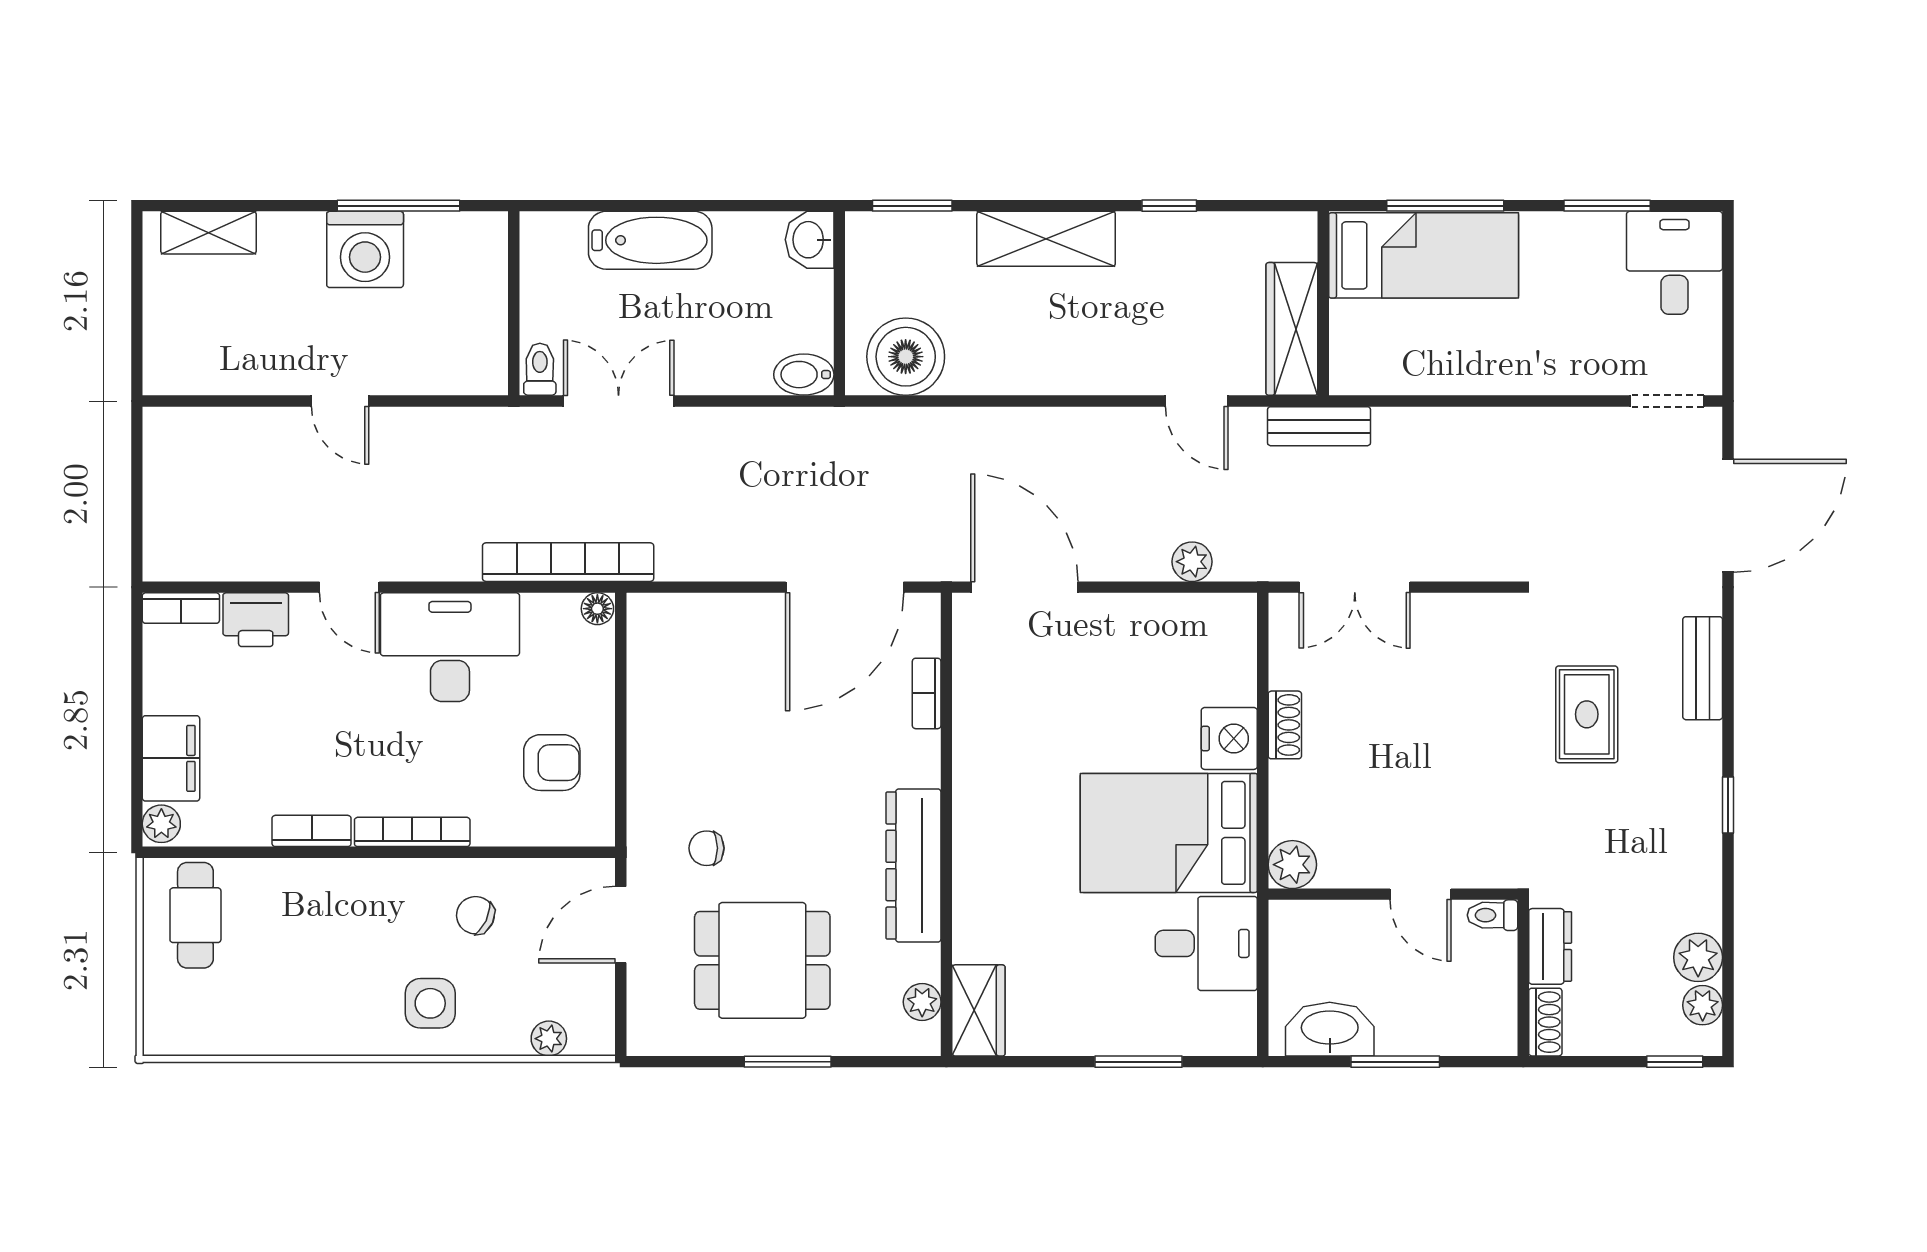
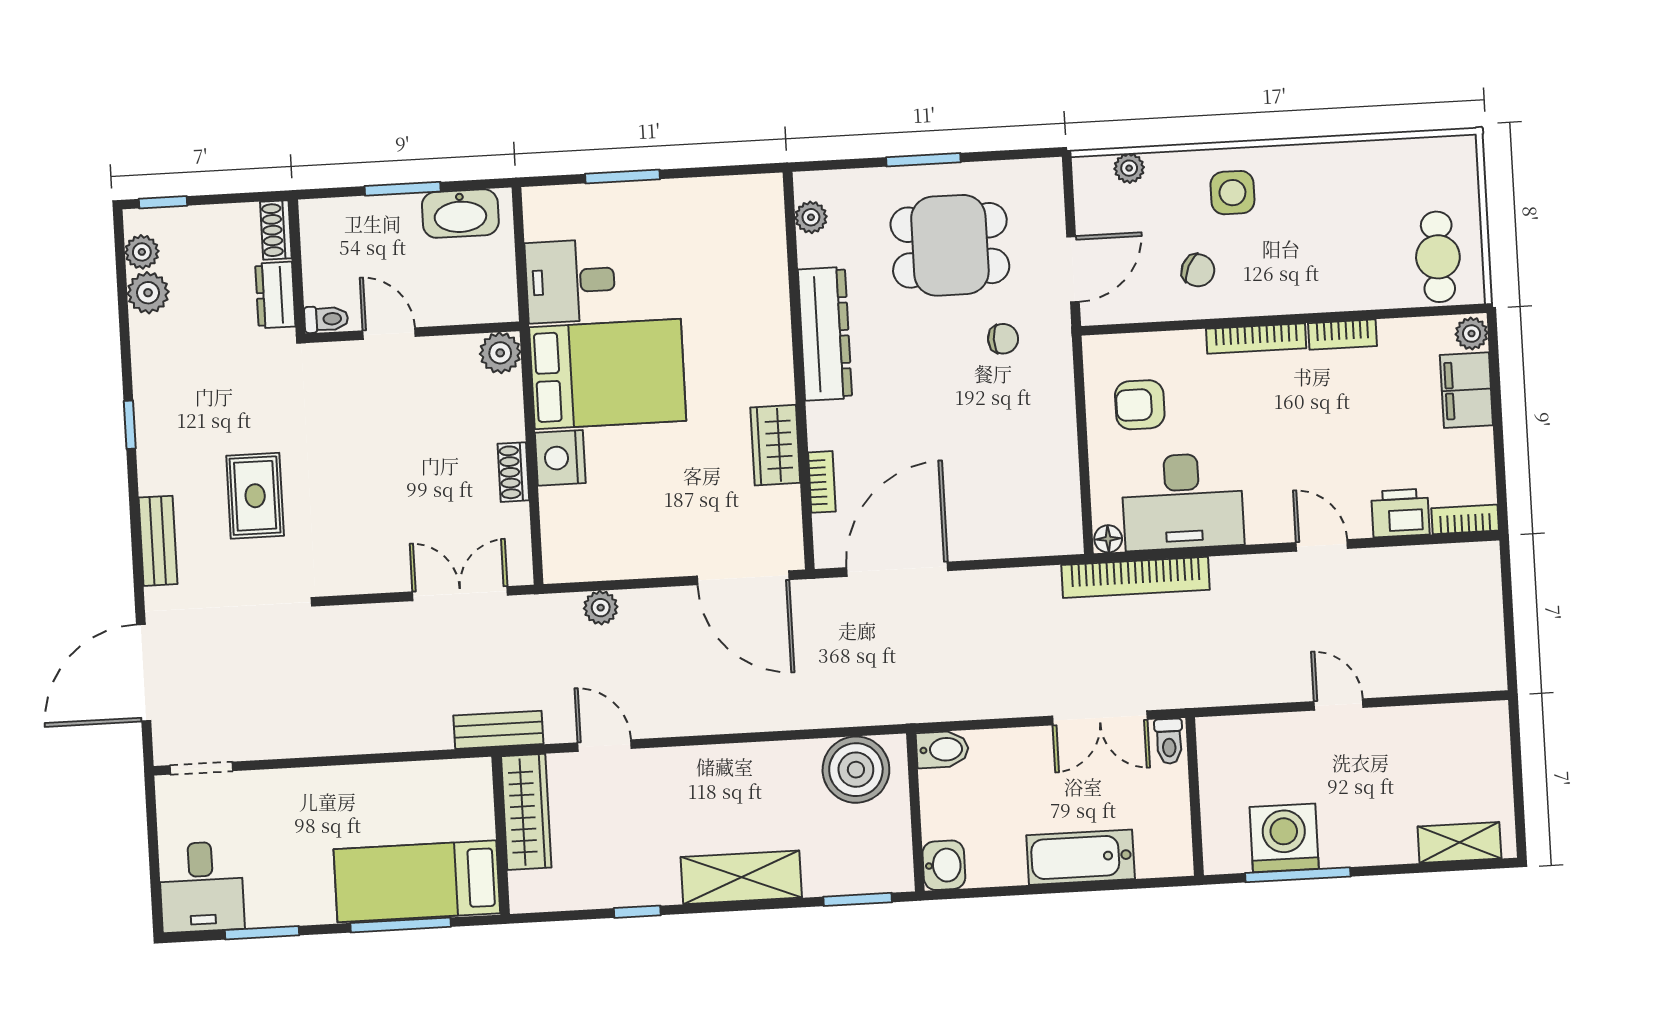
washing machine: (365, 249) -> (1284, 838), moved
desk: (450, 647) -> (1183, 502), moved
wardrobe: (978, 1010) -> (775, 445), moved

